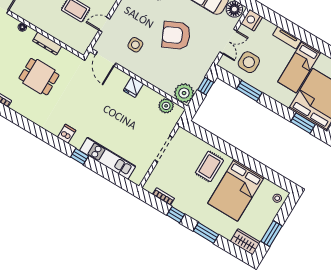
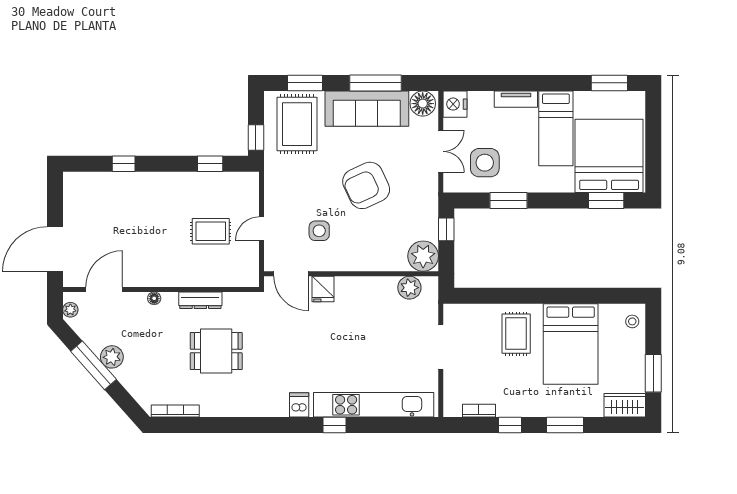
fridge: (133, 87) -> (323, 289), moved
kitchen unit: (108, 158) -> (374, 405), width x1.36

